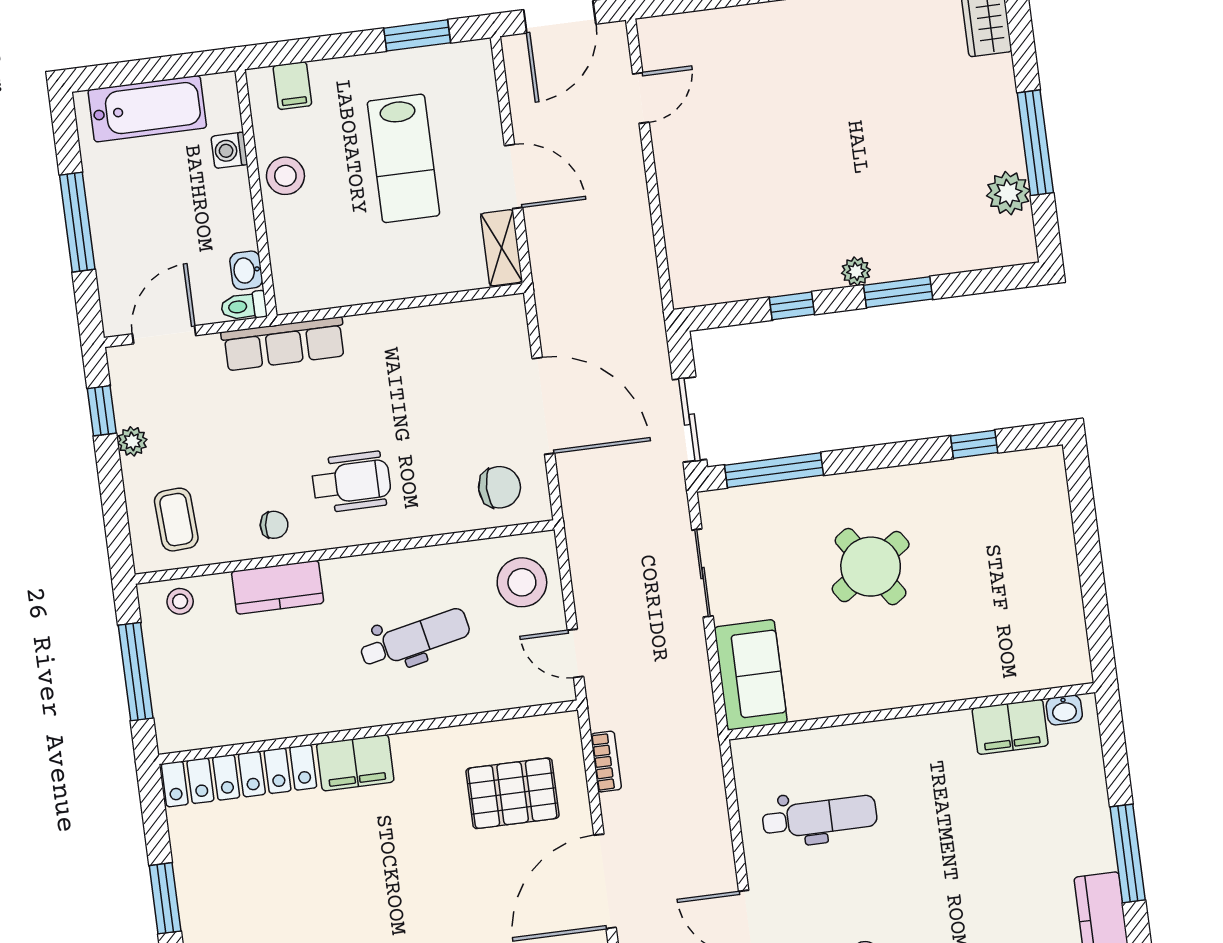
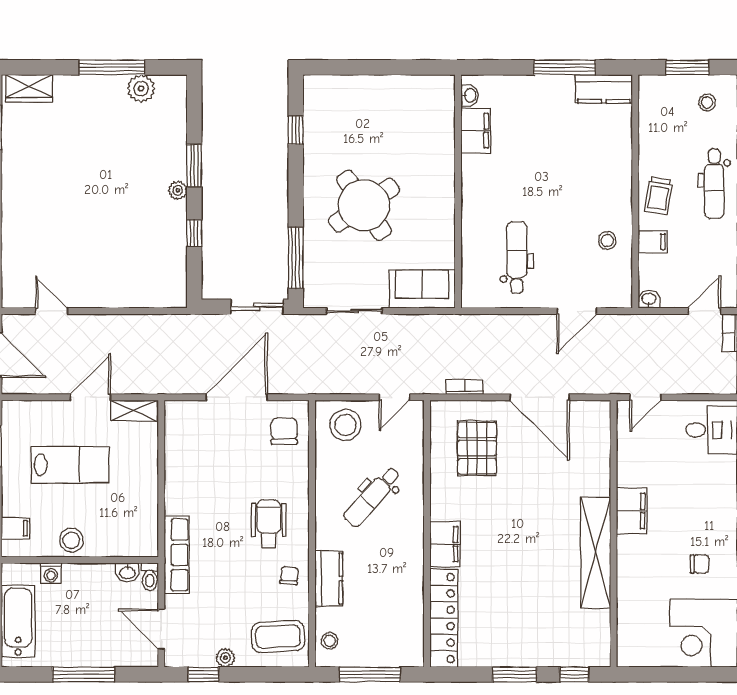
coffee table: (176, 520) -> (278, 637), width x1.36, depth x1.30
round table: (871, 567) -> (364, 205), width x1.36, depth x1.36
dental chair: (415, 639) -> (372, 497), turned -126

